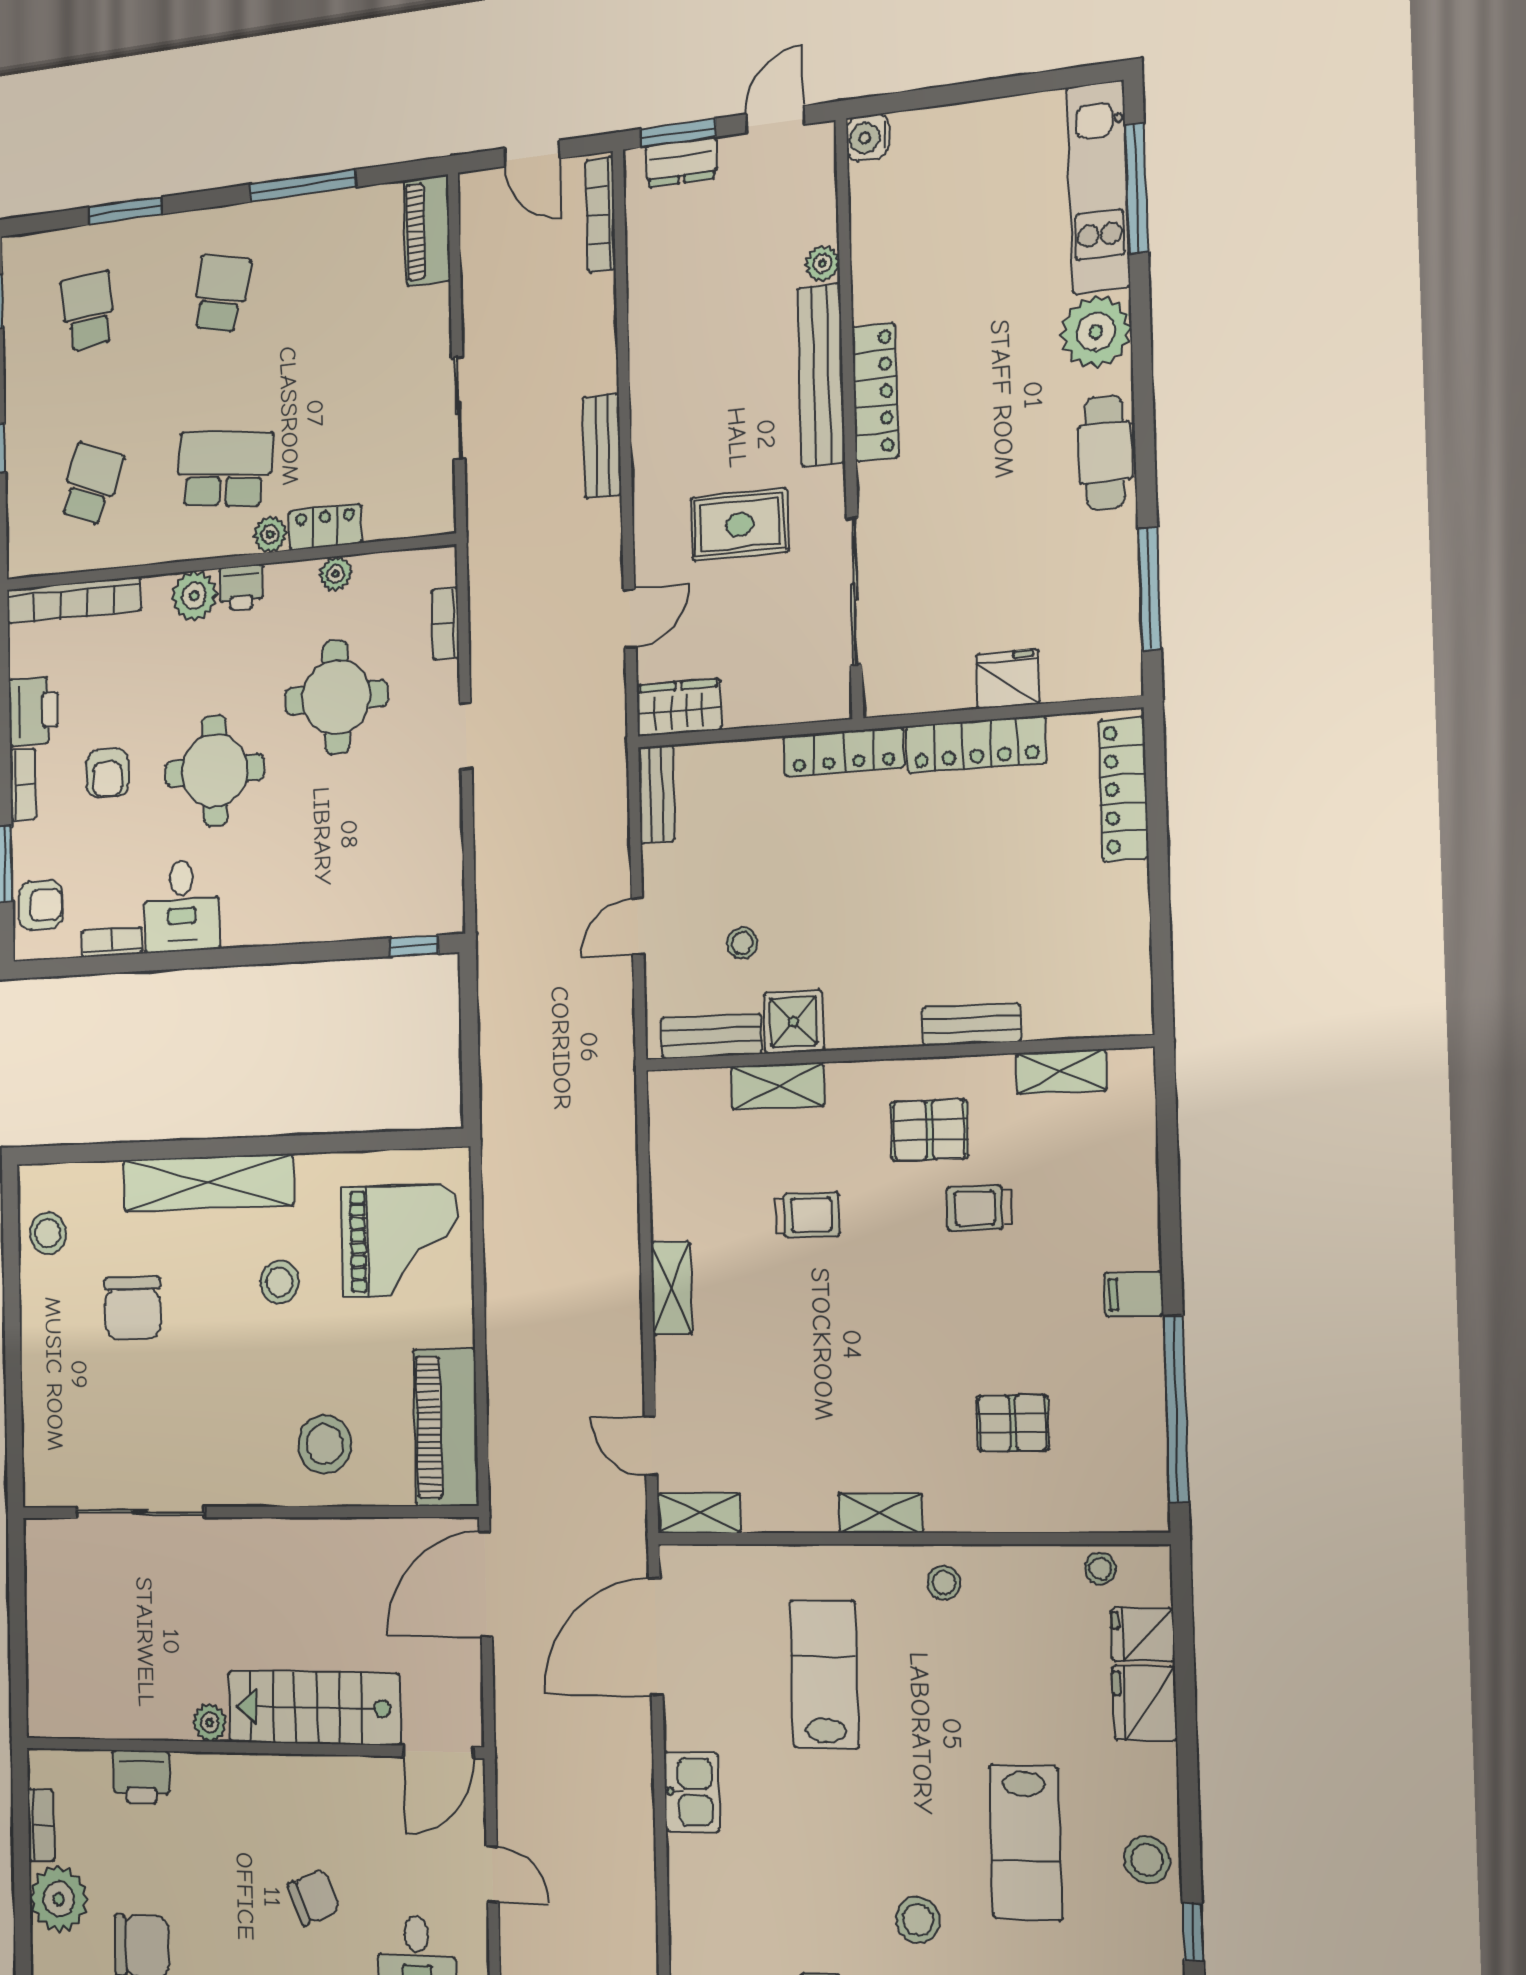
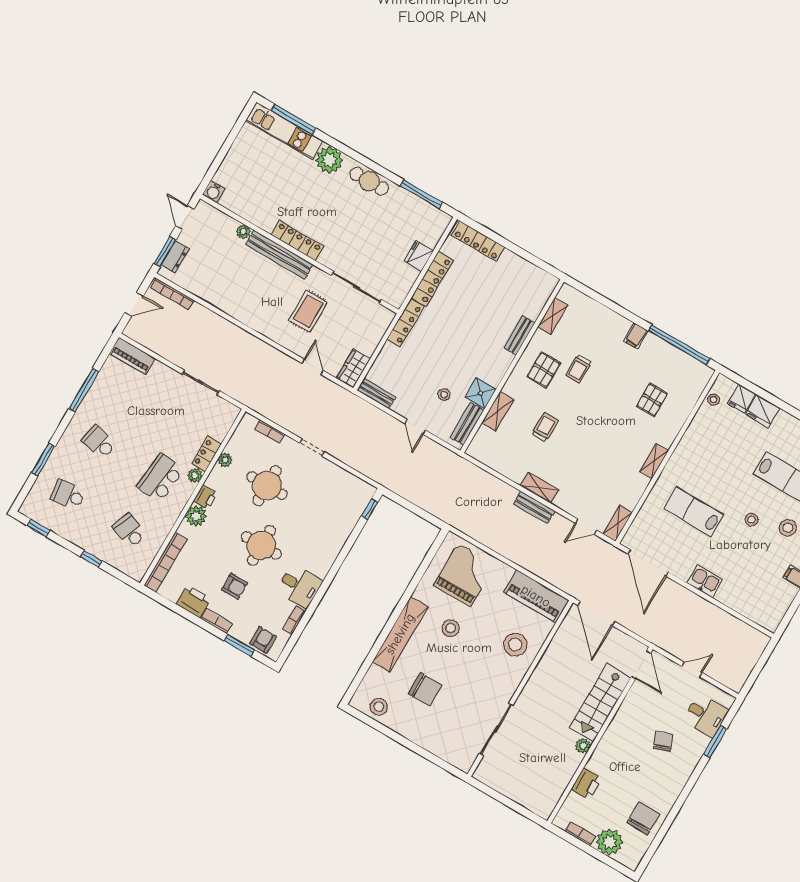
bench: (602, 446) -> (534, 507), moved
stool: (944, 1583) -> (752, 520), moved

